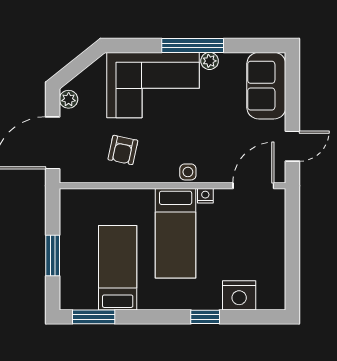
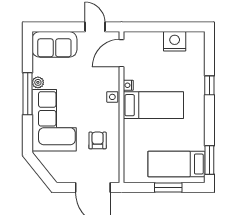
plant: (69, 99) -> (64, 177), removed
armchair: (123, 150) -> (98, 140), turned -102
door: (253, 186) -> (121, 53), hinge flipped
bed: (118, 268) -> (176, 164), moved
nightstand: (239, 295) -> (175, 41), moved, turned -90

